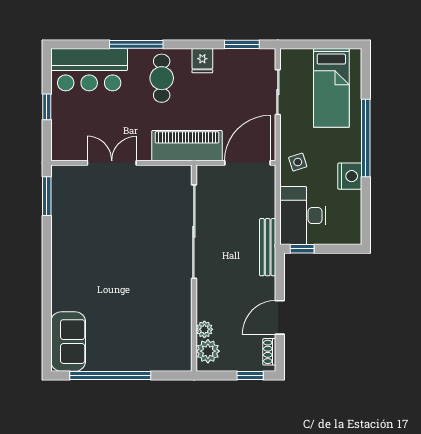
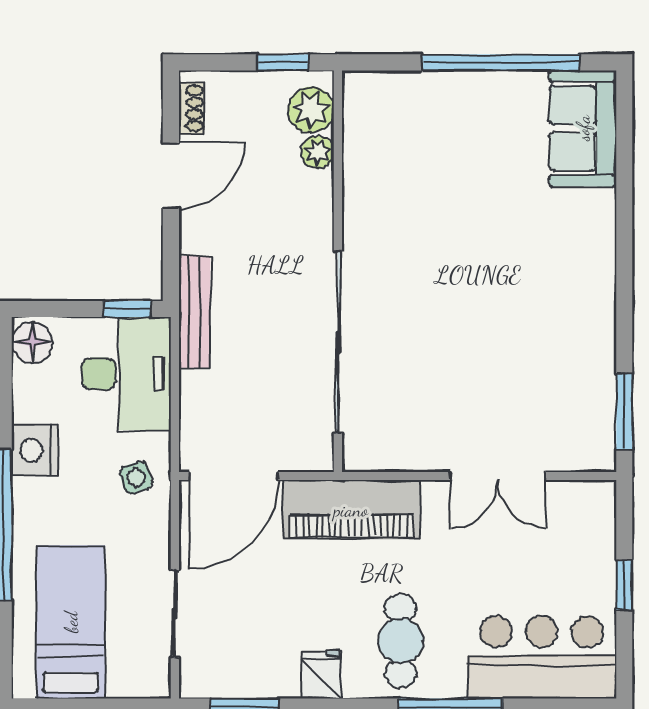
floor lamp: (351, 232) -> (32, 342), added
window: (250, 375) -> (283, 62), moved

